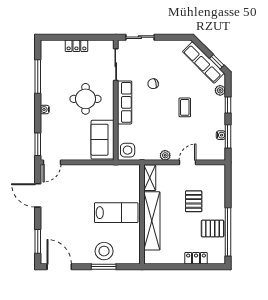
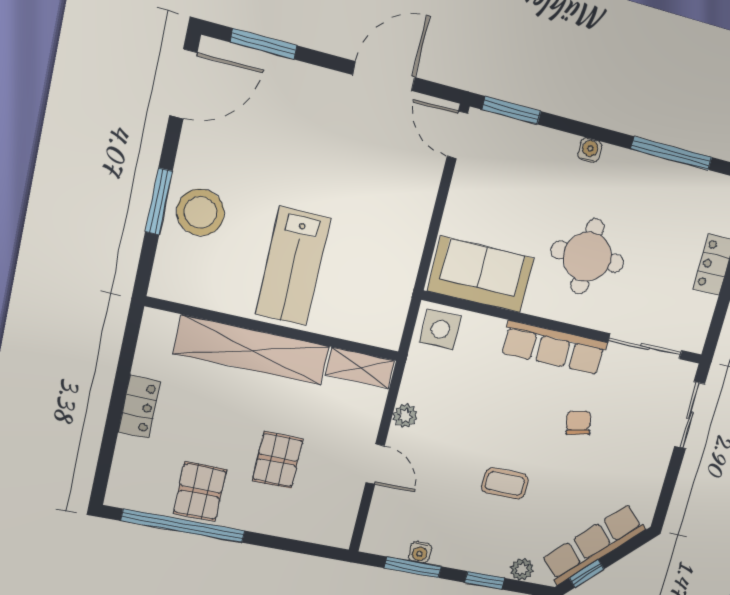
pallet: (194, 201) -> (278, 460), turned 90
locker: (196, 258) -> (139, 407), moved

